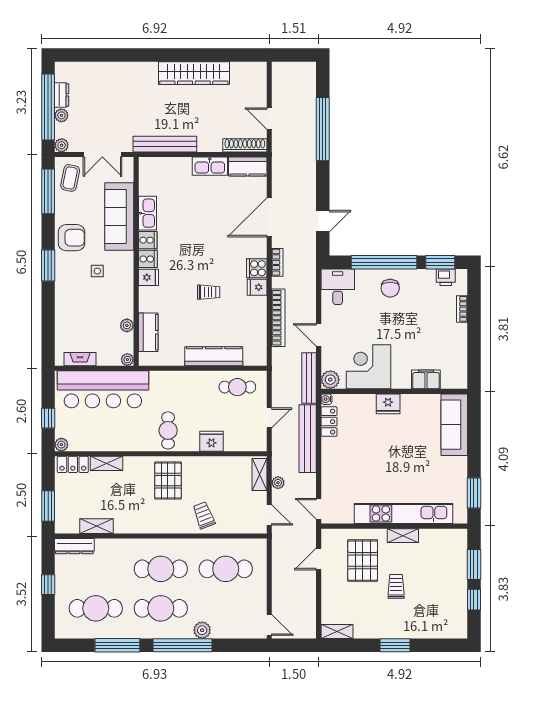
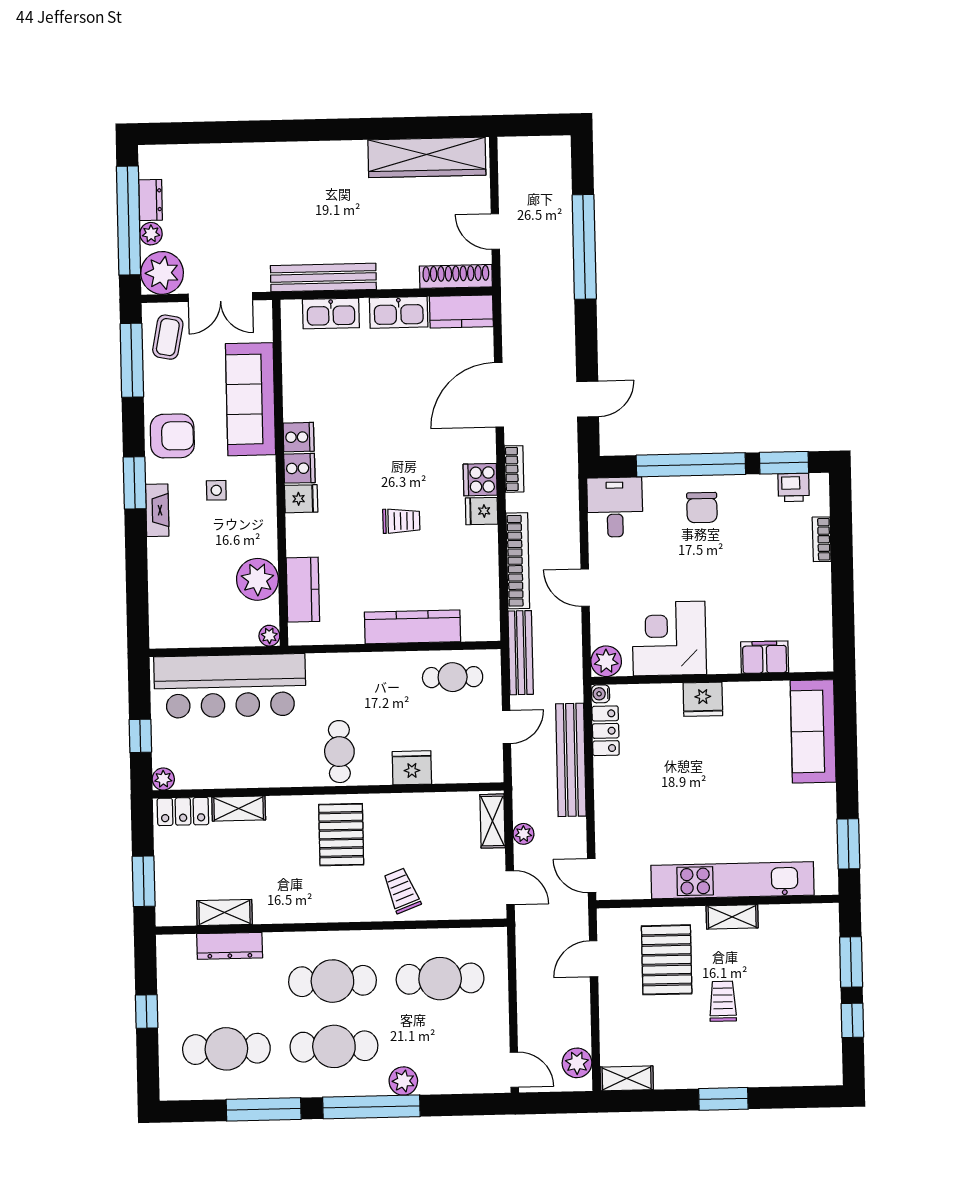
wardrobe: (194, 73) -> (427, 157), moved
plant: (62, 145) -> (162, 273), width x1.88, depth x1.88
kitchen sink: (147, 213) -> (331, 313), moved, turned 90
plant: (127, 325) -> (257, 579), width x1.87, depth x1.87
fireplace: (80, 359) -> (157, 510), moved, turned 90
bench: (309, 378) -> (521, 653), moved
dresser: (74, 546) -> (230, 946), moved
plant: (307, 622) -> (577, 1063), added

